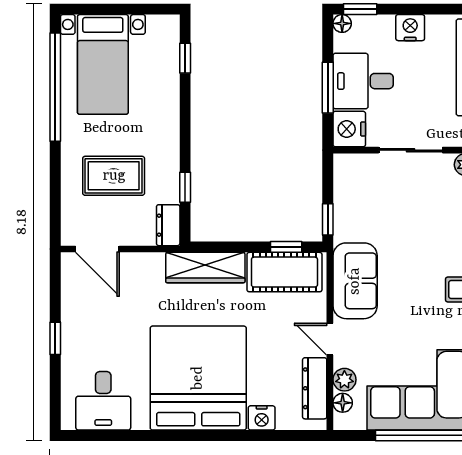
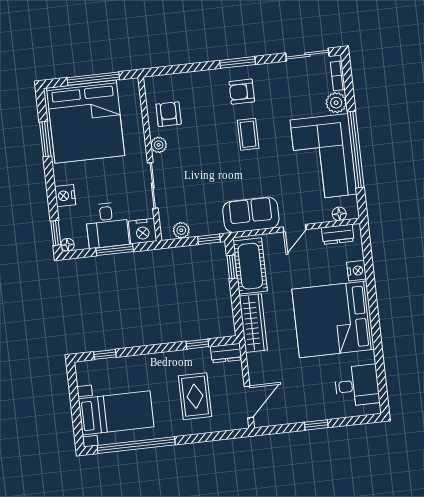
plant: (344, 380) -> (181, 230), moved
dresser: (315, 388) -> (338, 234), width x0.70

